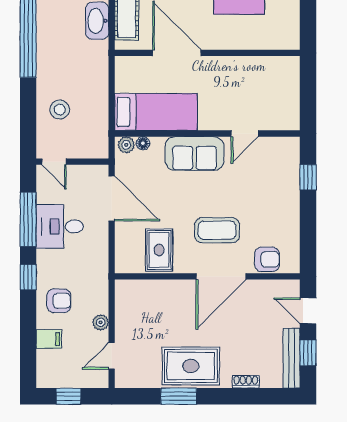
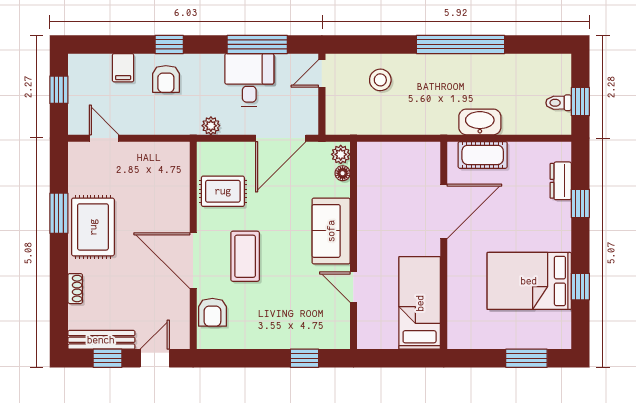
bed: (156, 112) -> (420, 303), moved, turned 180
window: (28, 277) -> (169, 44), moved
plant: (101, 322) -> (211, 126), moved

